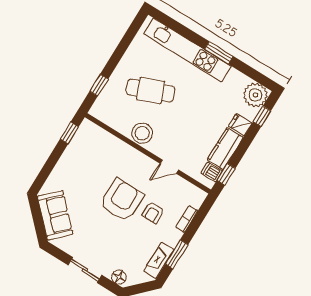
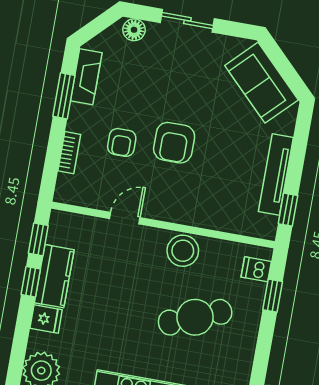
window: (262, 116) -> (31, 282), moved
tv unit: (68, 157) -> (276, 175), added
dishwasher: (212, 172) -> (256, 269), moved, turned 180
armchair: (122, 200) -> (174, 143), width x0.73, depth x0.73
armchair: (153, 213) -> (122, 142), turned 180

